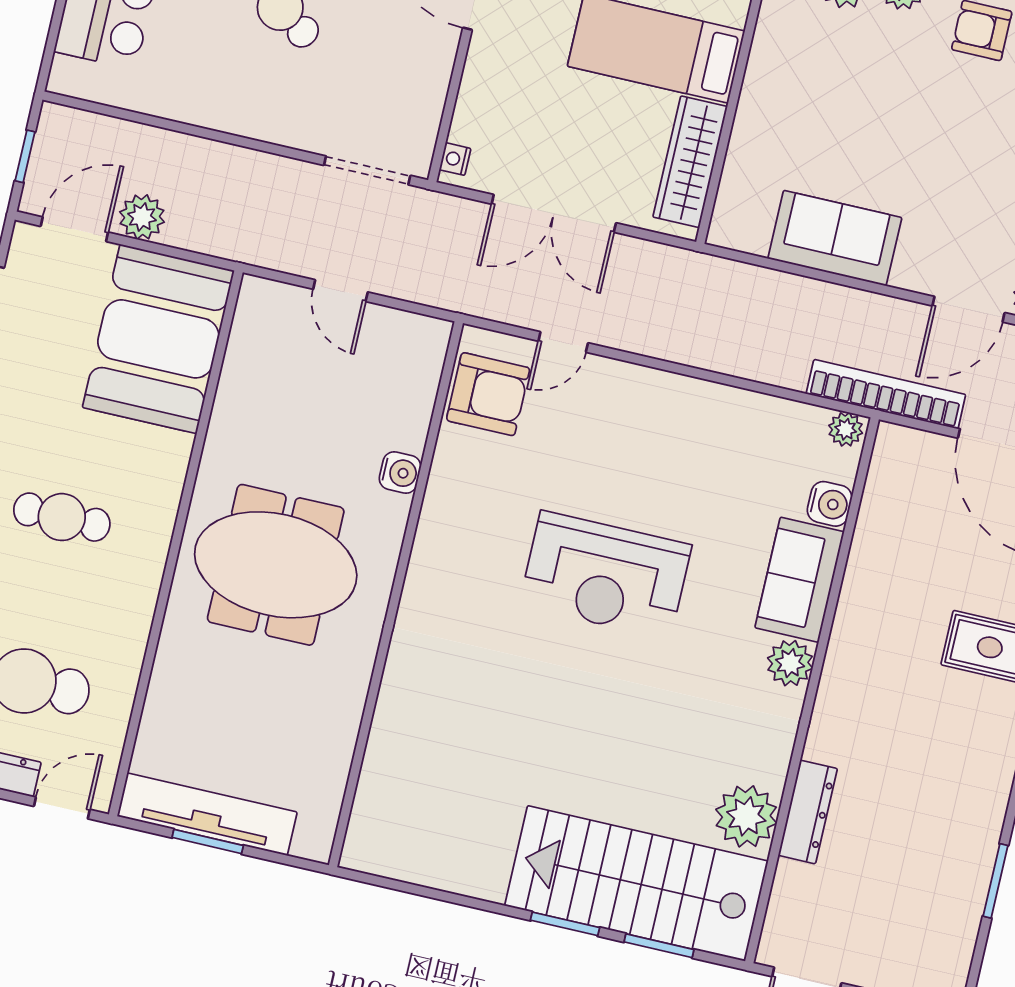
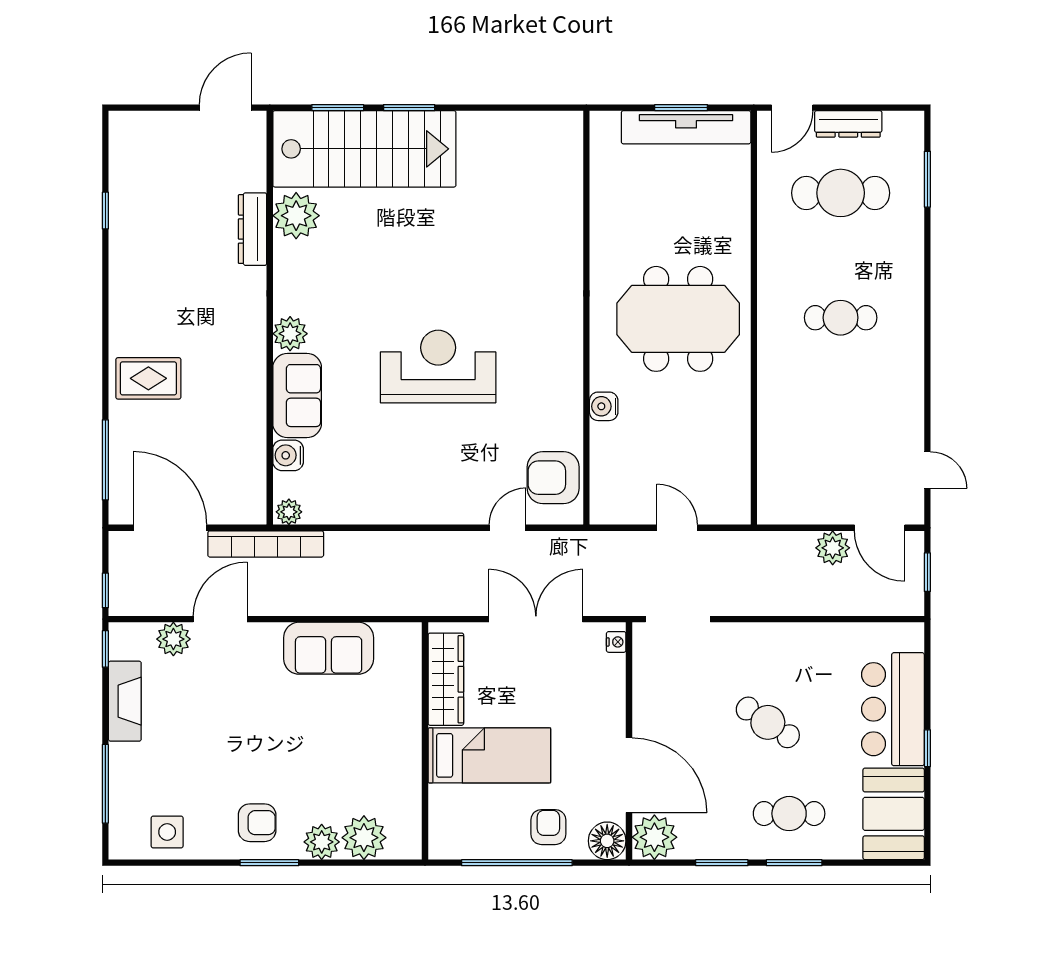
door: (74, 229) -> (880, 528), hinge flipped
booth: (158, 339) -> (801, 463), removed
window: (995, 881) -> (105, 211), width x0.67

